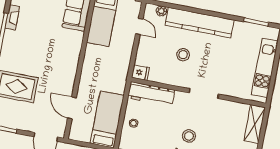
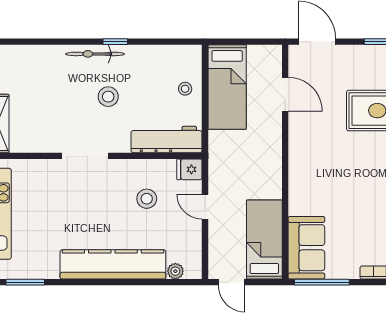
door: (139, 26) -> (205, 207), moved
stool: (183, 55) -> (147, 199), moved
stool: (189, 136) -> (108, 97), moved

